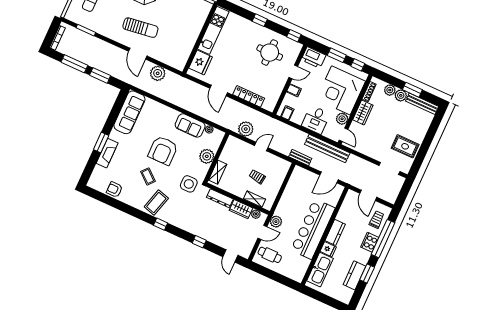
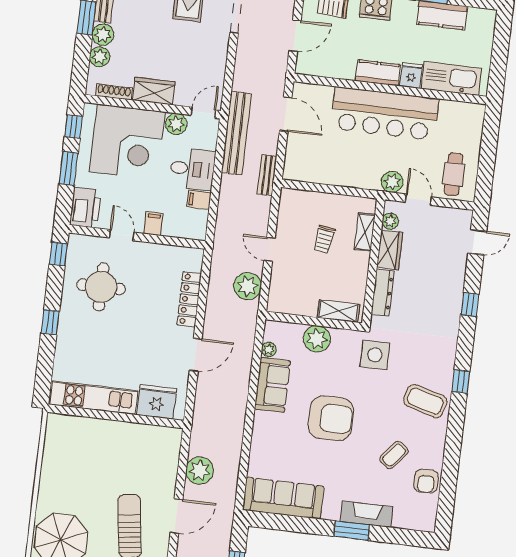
filing cabinet: (287, 113) -> (199, 200), moved
coffee table: (148, 176) -> (394, 455), moved

